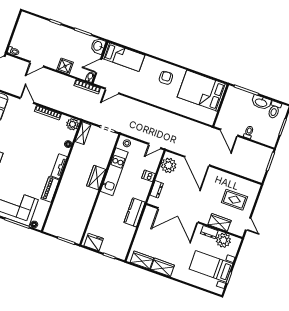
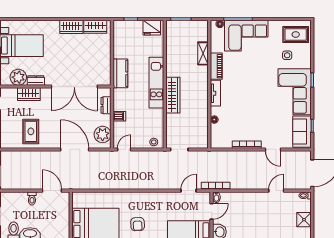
shower: (65, 66) -> (304, 220), moved
plant: (72, 124) -> (217, 142), removed
shelving: (83, 133) -> (203, 53), moved
kitchen unit: (114, 172) -> (156, 83), moved
wardrobe: (96, 178) -> (173, 95), width x1.50
rug: (234, 200) -> (31, 131), moved, turned 90
double door: (178, 215) -> (74, 86), swing flipped

